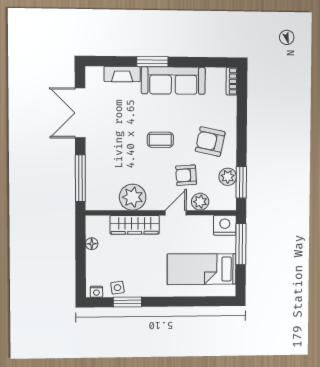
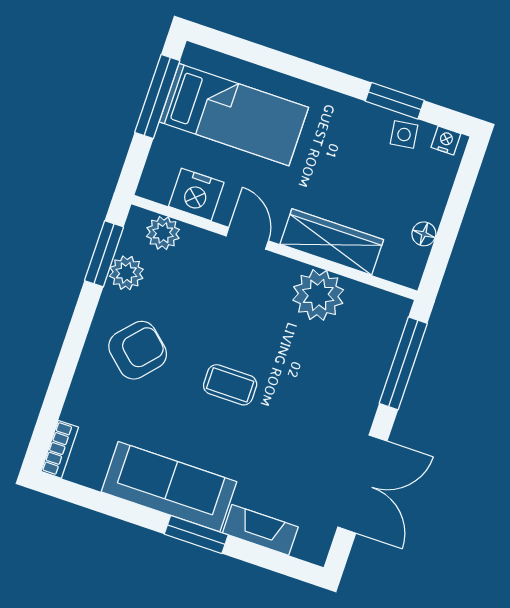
armchair: (210, 142) -> (138, 350), turned -60
armchair: (186, 175) -> (204, 302), removed
plant: (200, 202) -> (163, 233), moved
door: (176, 213) -> (247, 238), swing flipped
nightstand: (225, 225) -> (196, 194), moved
window: (241, 244) -> (157, 96), moved

